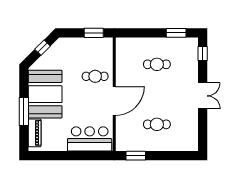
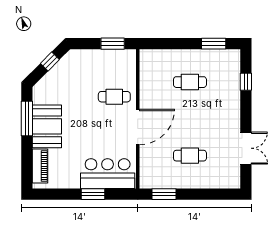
window: (203, 54) -> (246, 82), moved
booth: (45, 94) -> (47, 126), width x0.73, depth x0.70
double door: (203, 96) -> (246, 148), moved
window: (24, 111) -> (27, 118), moved
window: (78, 156) -> (93, 194), added

